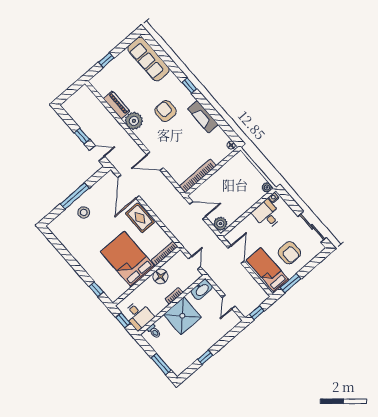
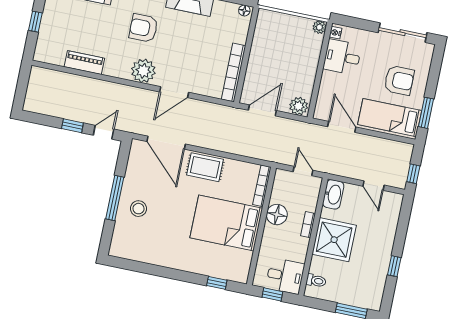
plant: (134, 121) -> (143, 71), moved

